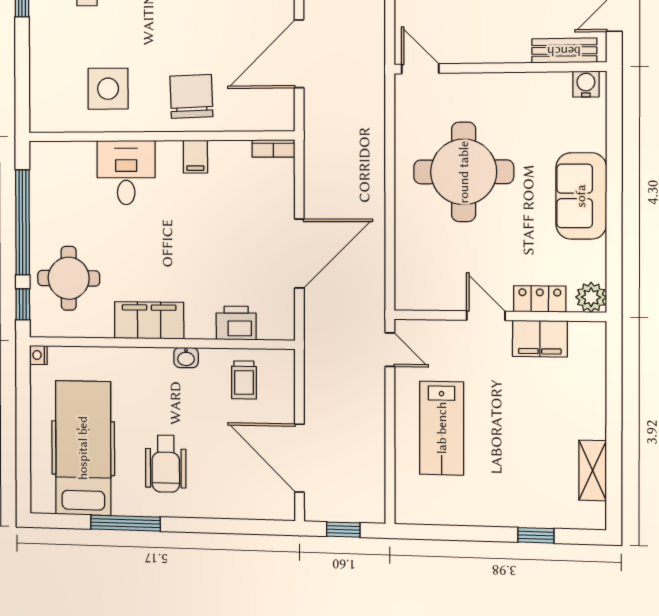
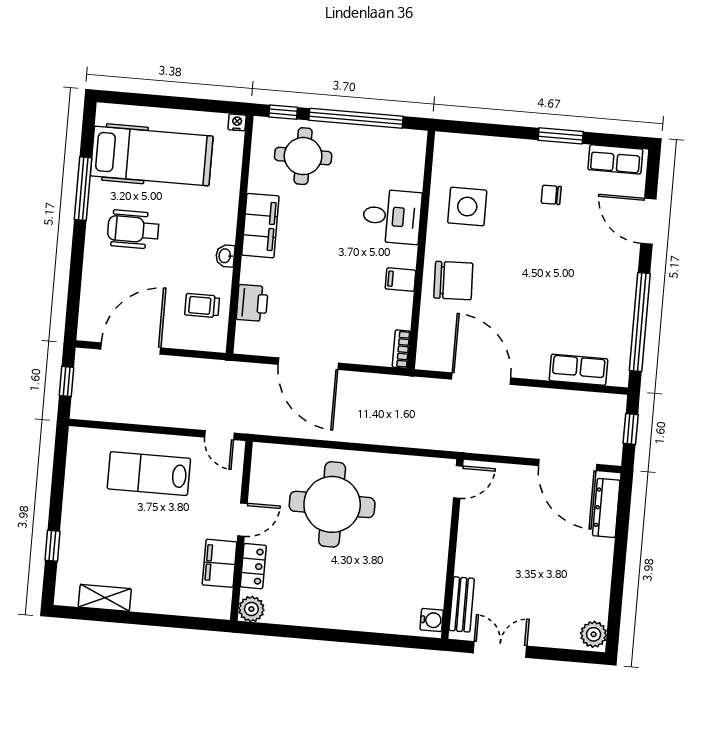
round table: (464, 172) -> (332, 504), moved
sofa: (581, 196) -> (338, 608), removed
door: (390, 350) -> (219, 435), hinge flipped

